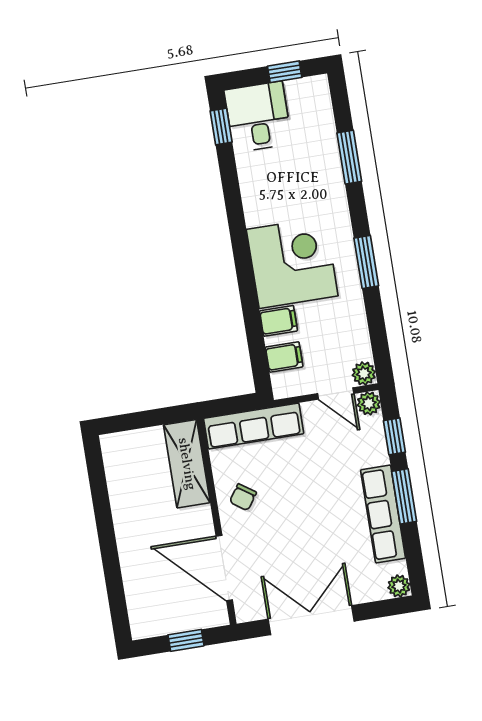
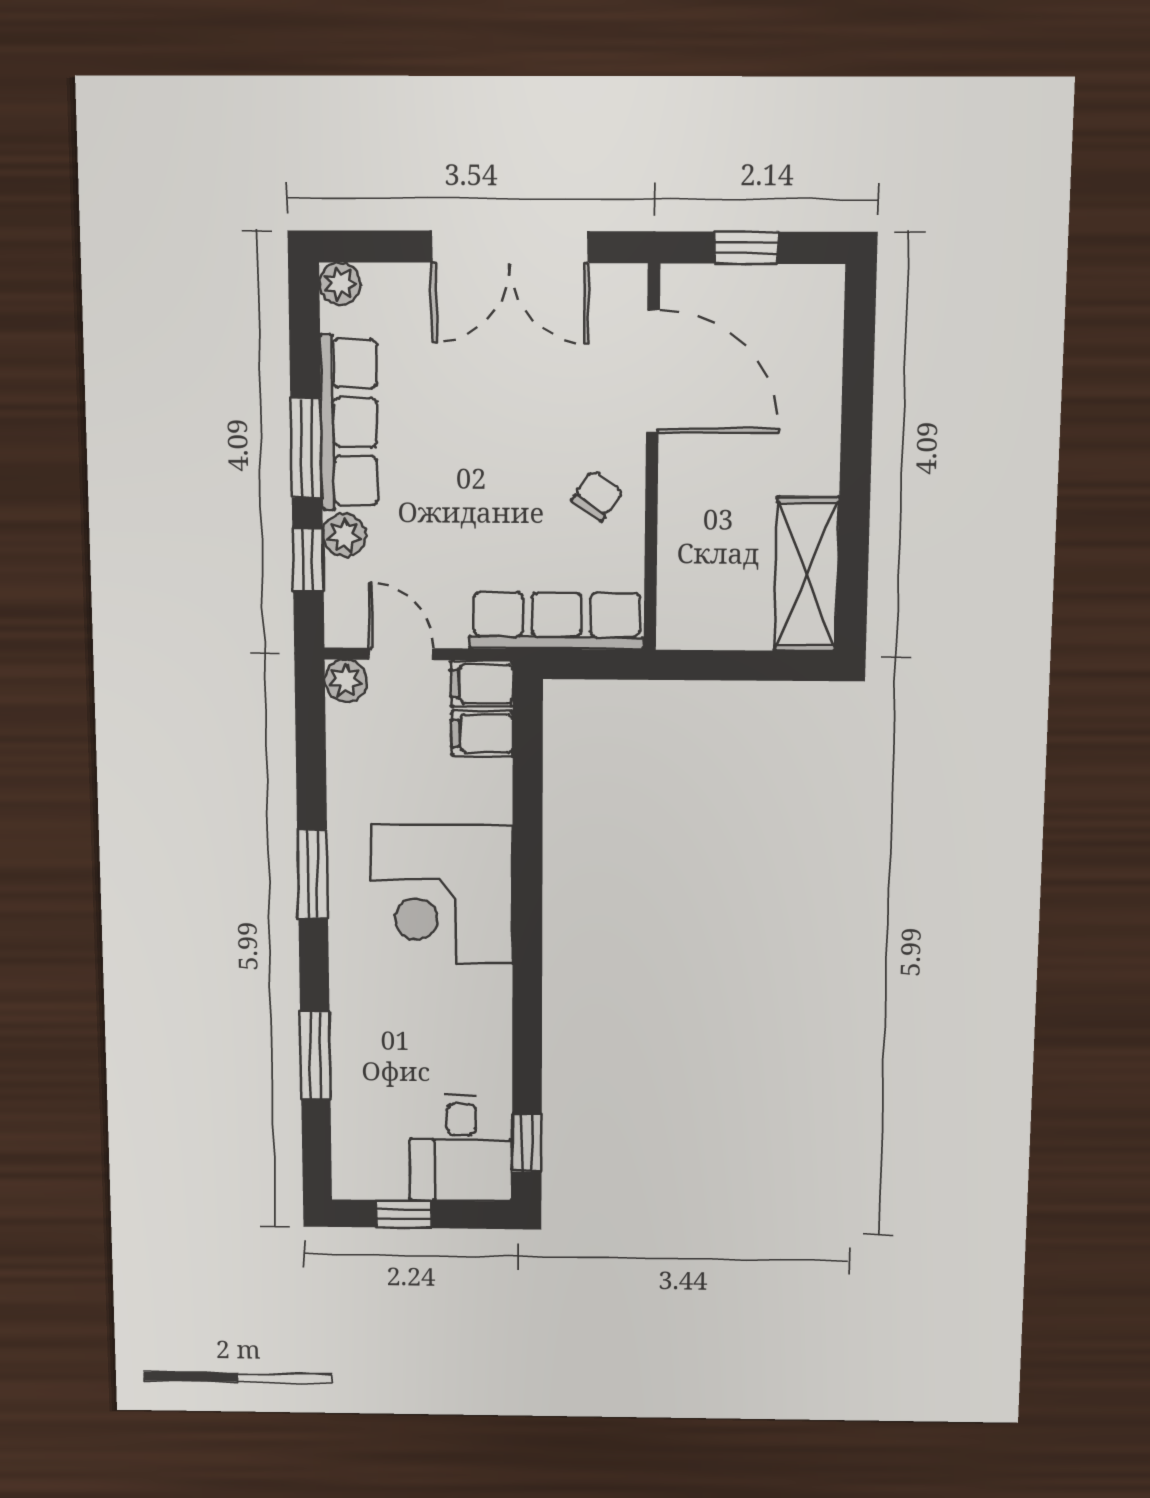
filing cabinet: (279, 321) -> (482, 684), moved
plant: (369, 403) -> (344, 535), moved
shelving: (187, 464) -> (807, 574), moved

